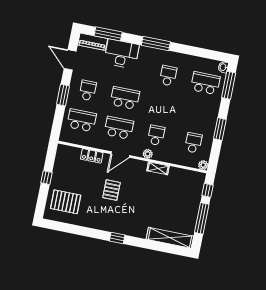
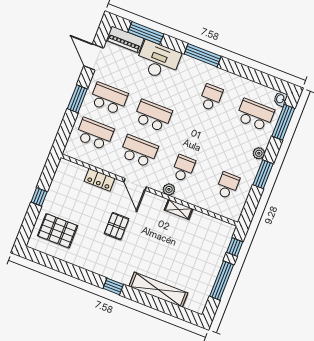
school desk: (88, 90) -> (109, 98), width x1.85
door: (120, 155) -> (135, 184), hinge flipped
plant: (203, 165) -> (259, 153), moved
shelving: (170, 238) -> (158, 290), moved

